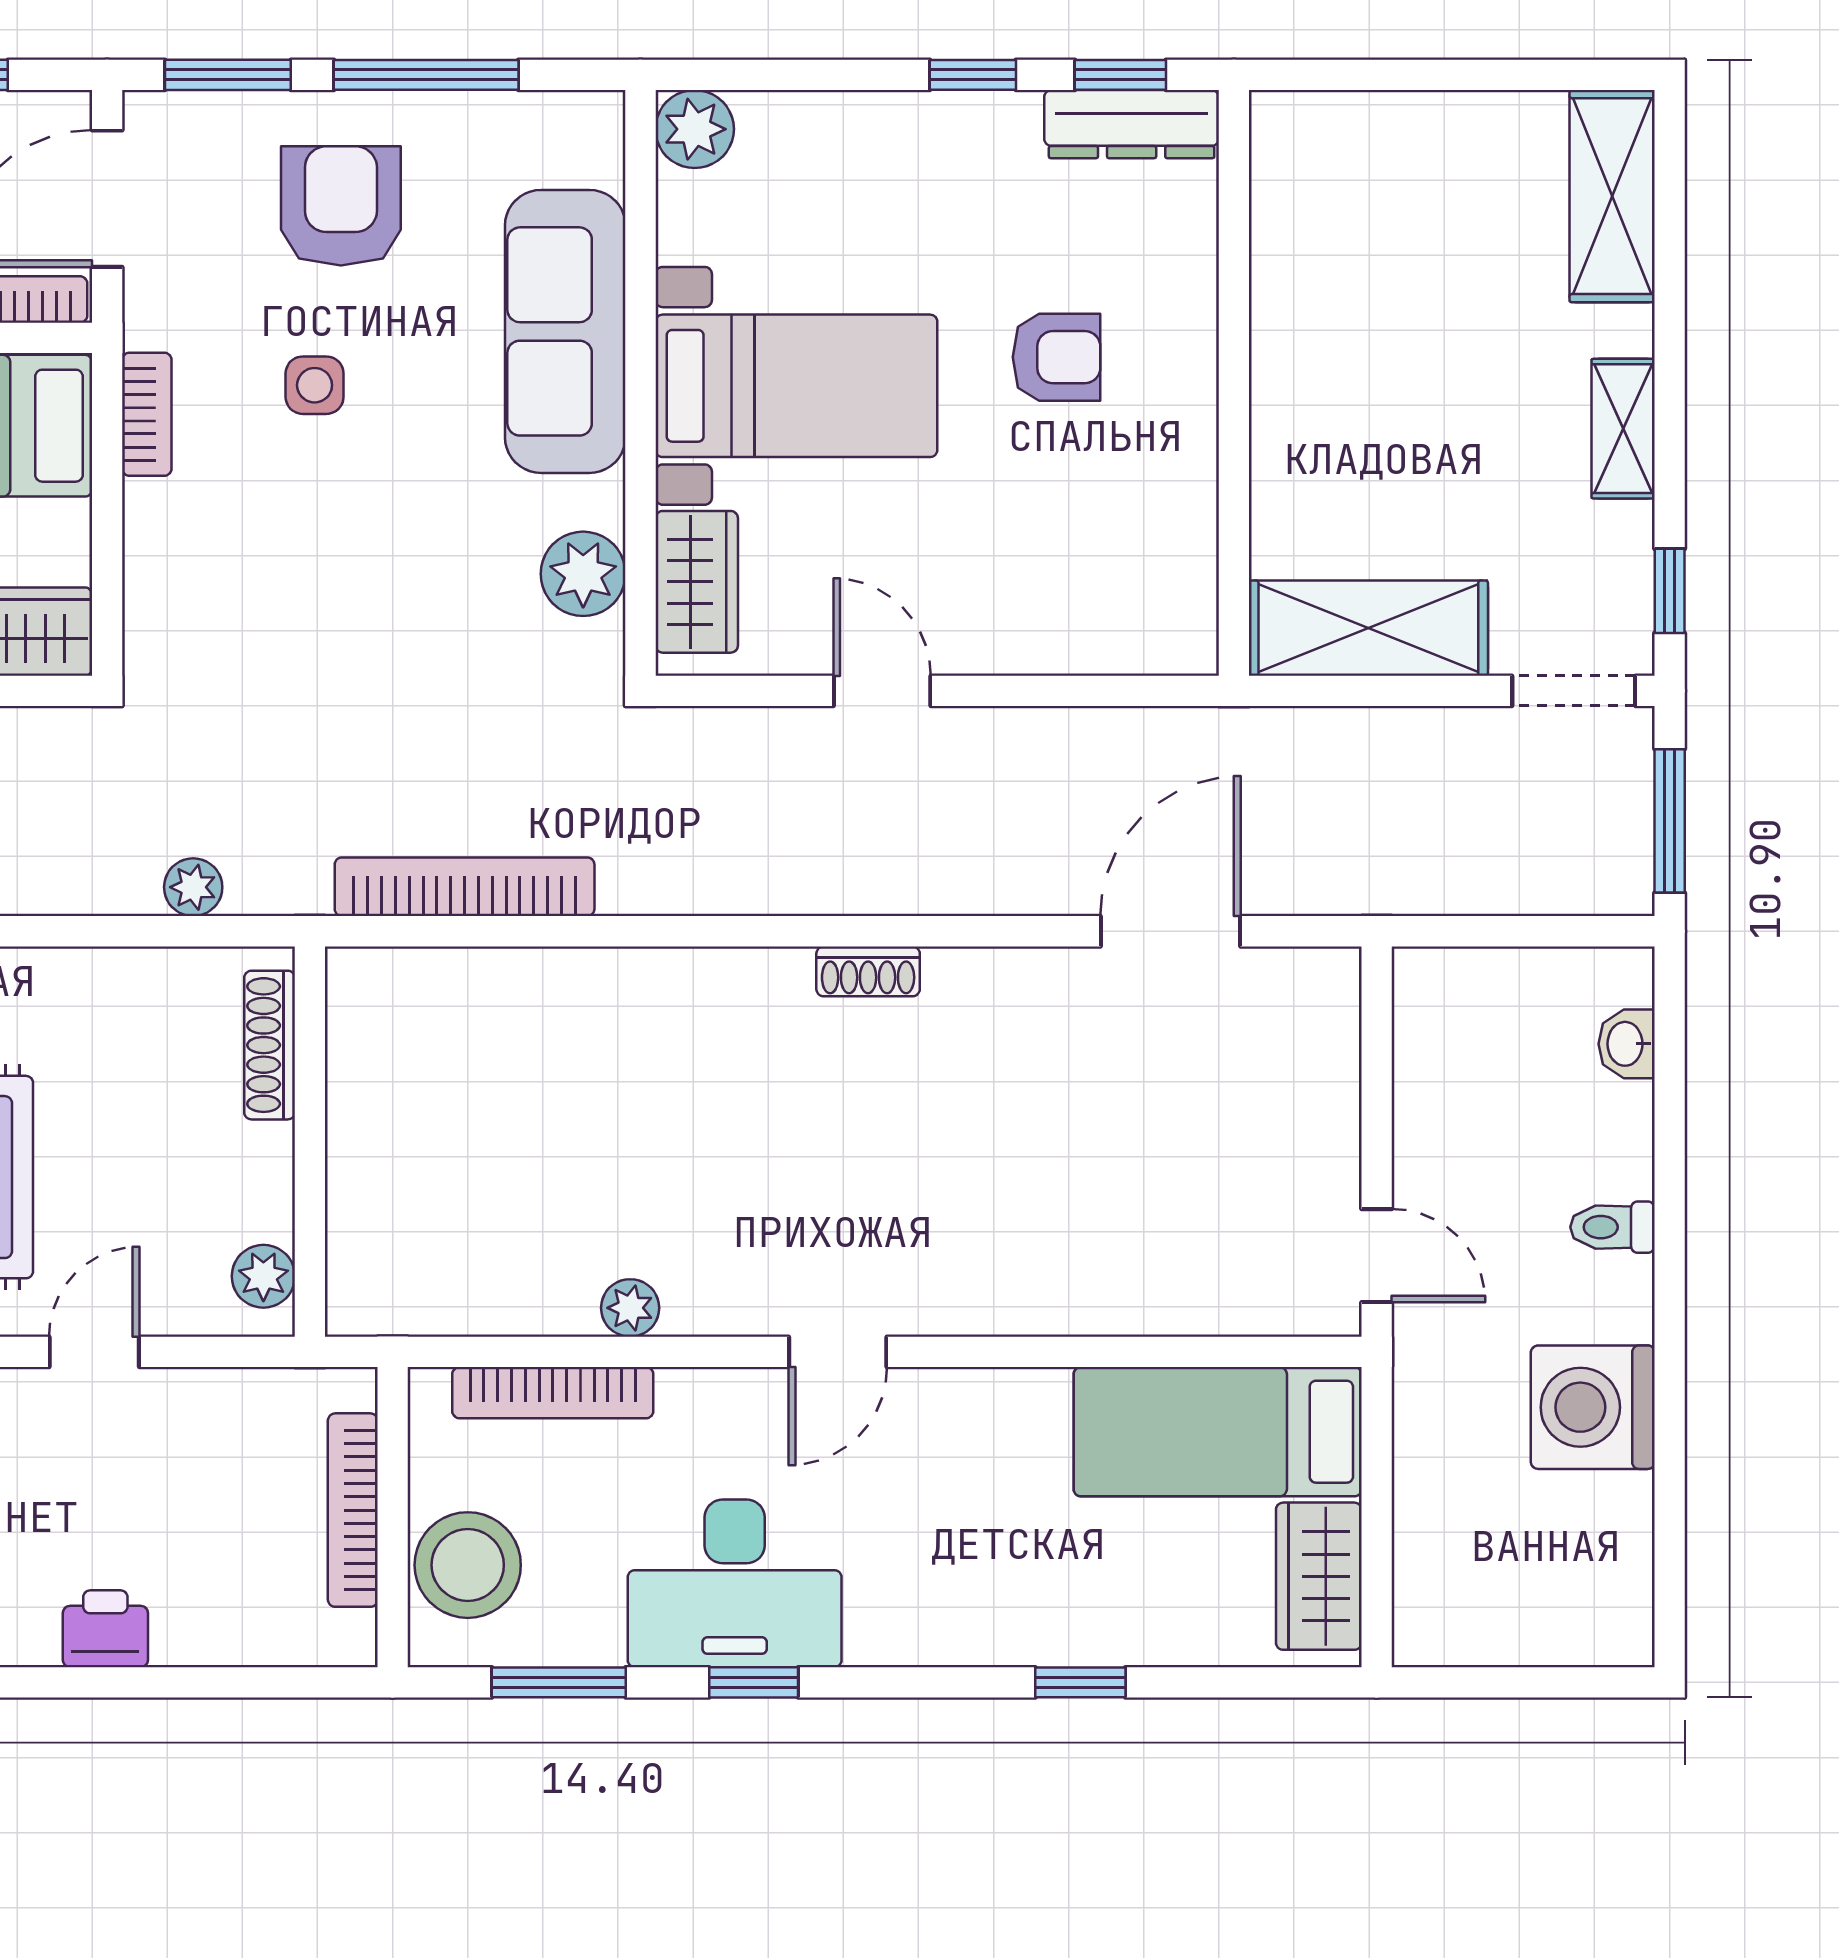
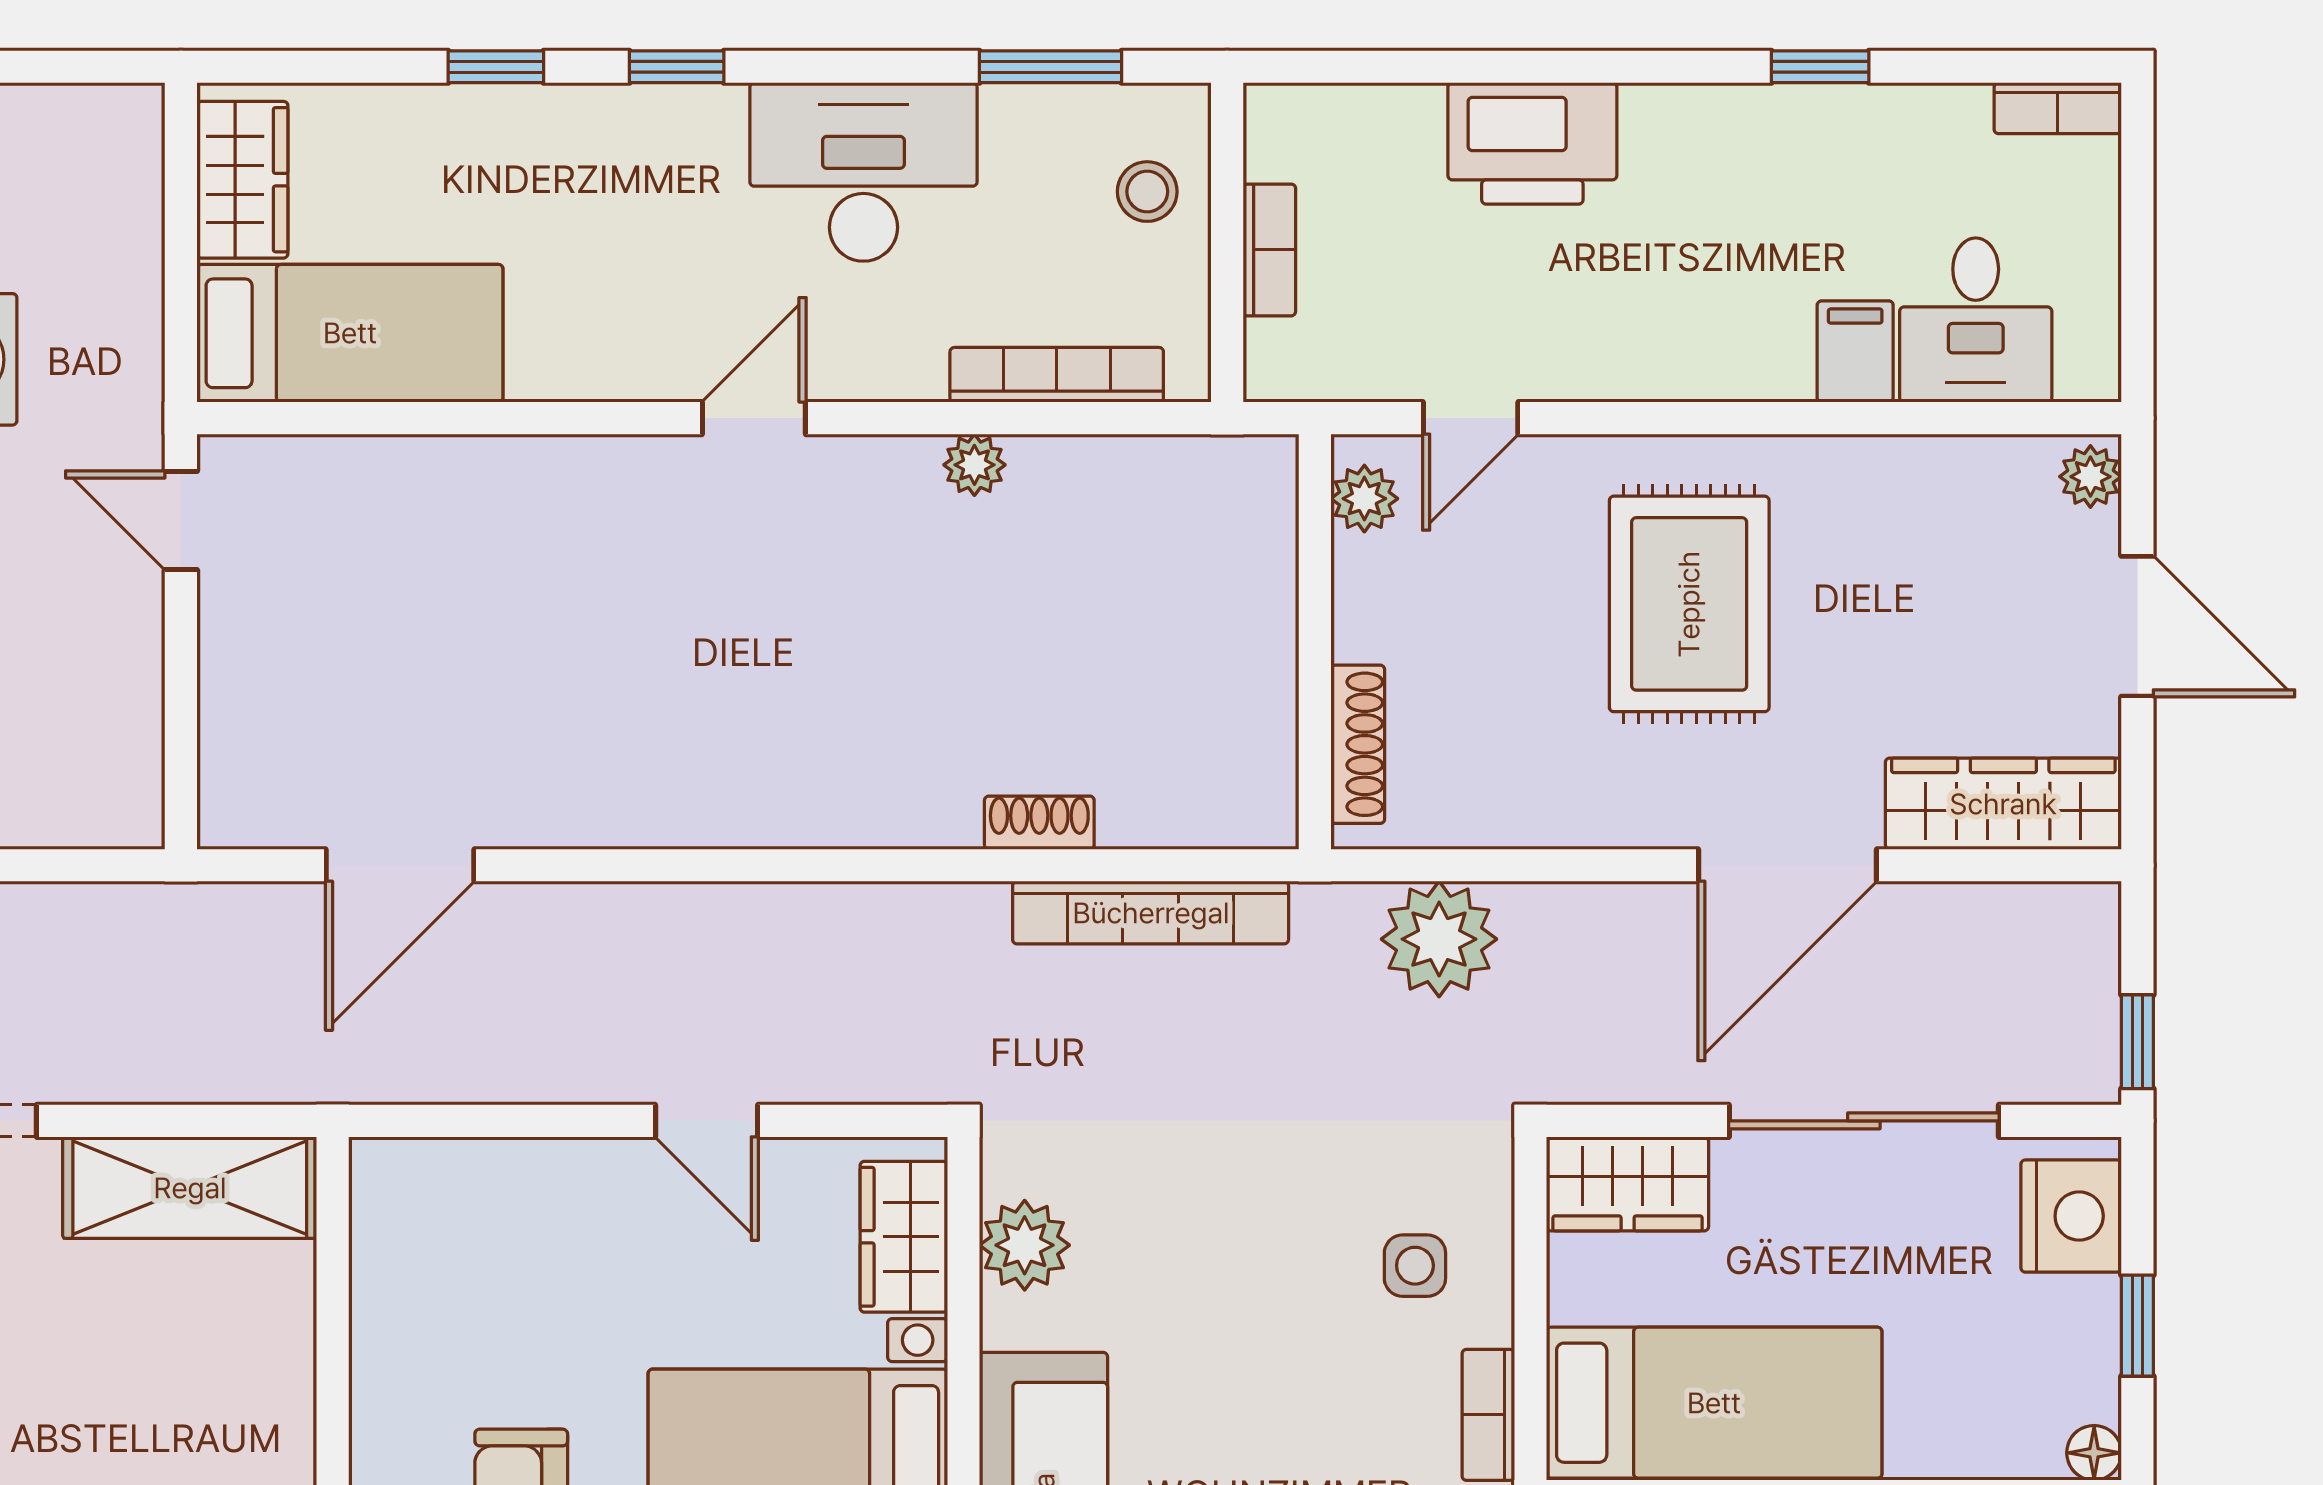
side table: (315, 385) -> (1415, 1266), moved
plant: (193, 887) -> (1439, 939), width x1.88, depth x1.88
shoe rack: (868, 971) -> (1039, 823), moved
door: (94, 1352) -> (1471, 418), moved
bookcase: (353, 1510) -> (1269, 250), width x0.64
stool: (468, 1565) -> (1147, 192), width x0.53, depth x0.53
printer: (105, 1629) -> (1532, 143), width x1.87, depth x1.48
window: (754, 1682) -> (677, 67), moved

